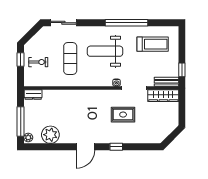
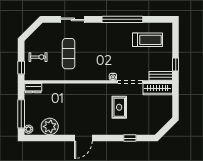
sliding door: (63, 23) -> (73, 19), moved
weight bench: (105, 51) -> (102, 47), removed
window: (21, 60) -> (21, 68), moved
rug: (123, 115) -> (119, 107), turned 90
window: (116, 147) -> (130, 138), moved

